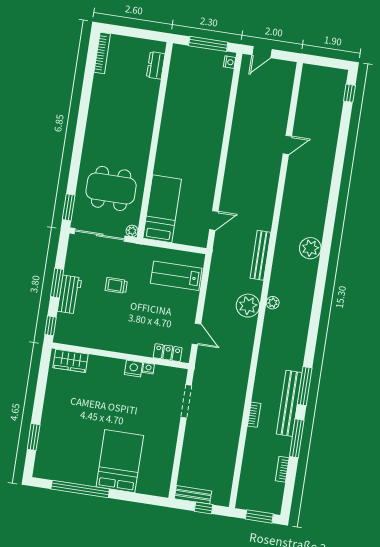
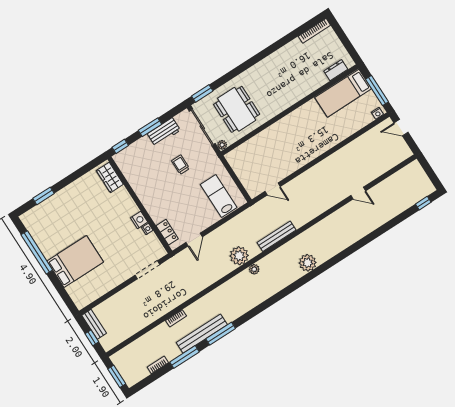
bed: (162, 209) -> (343, 93), moved, turned 180
workbench: (70, 294) -> (164, 132), moved

